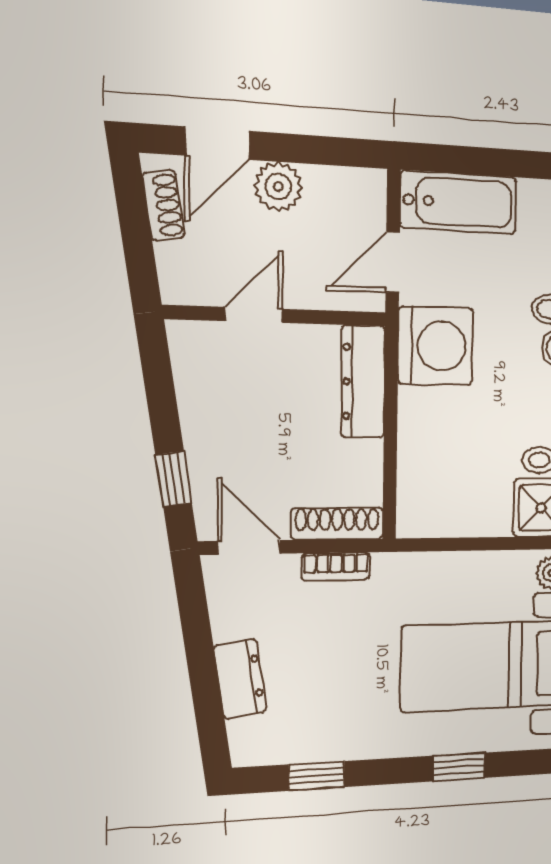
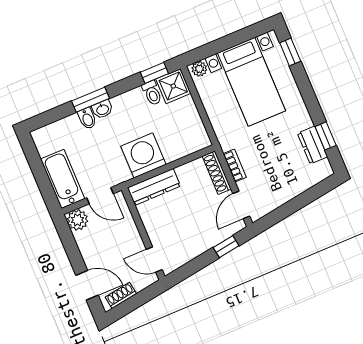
plant: (278, 187) -> (77, 220), moved
door: (254, 315) -> (154, 260), moved
washing machine: (436, 346) -> (143, 155), moved
dresser: (240, 679) -> (312, 145), moved, turned -82
window: (459, 767) -> (290, 52), moved

